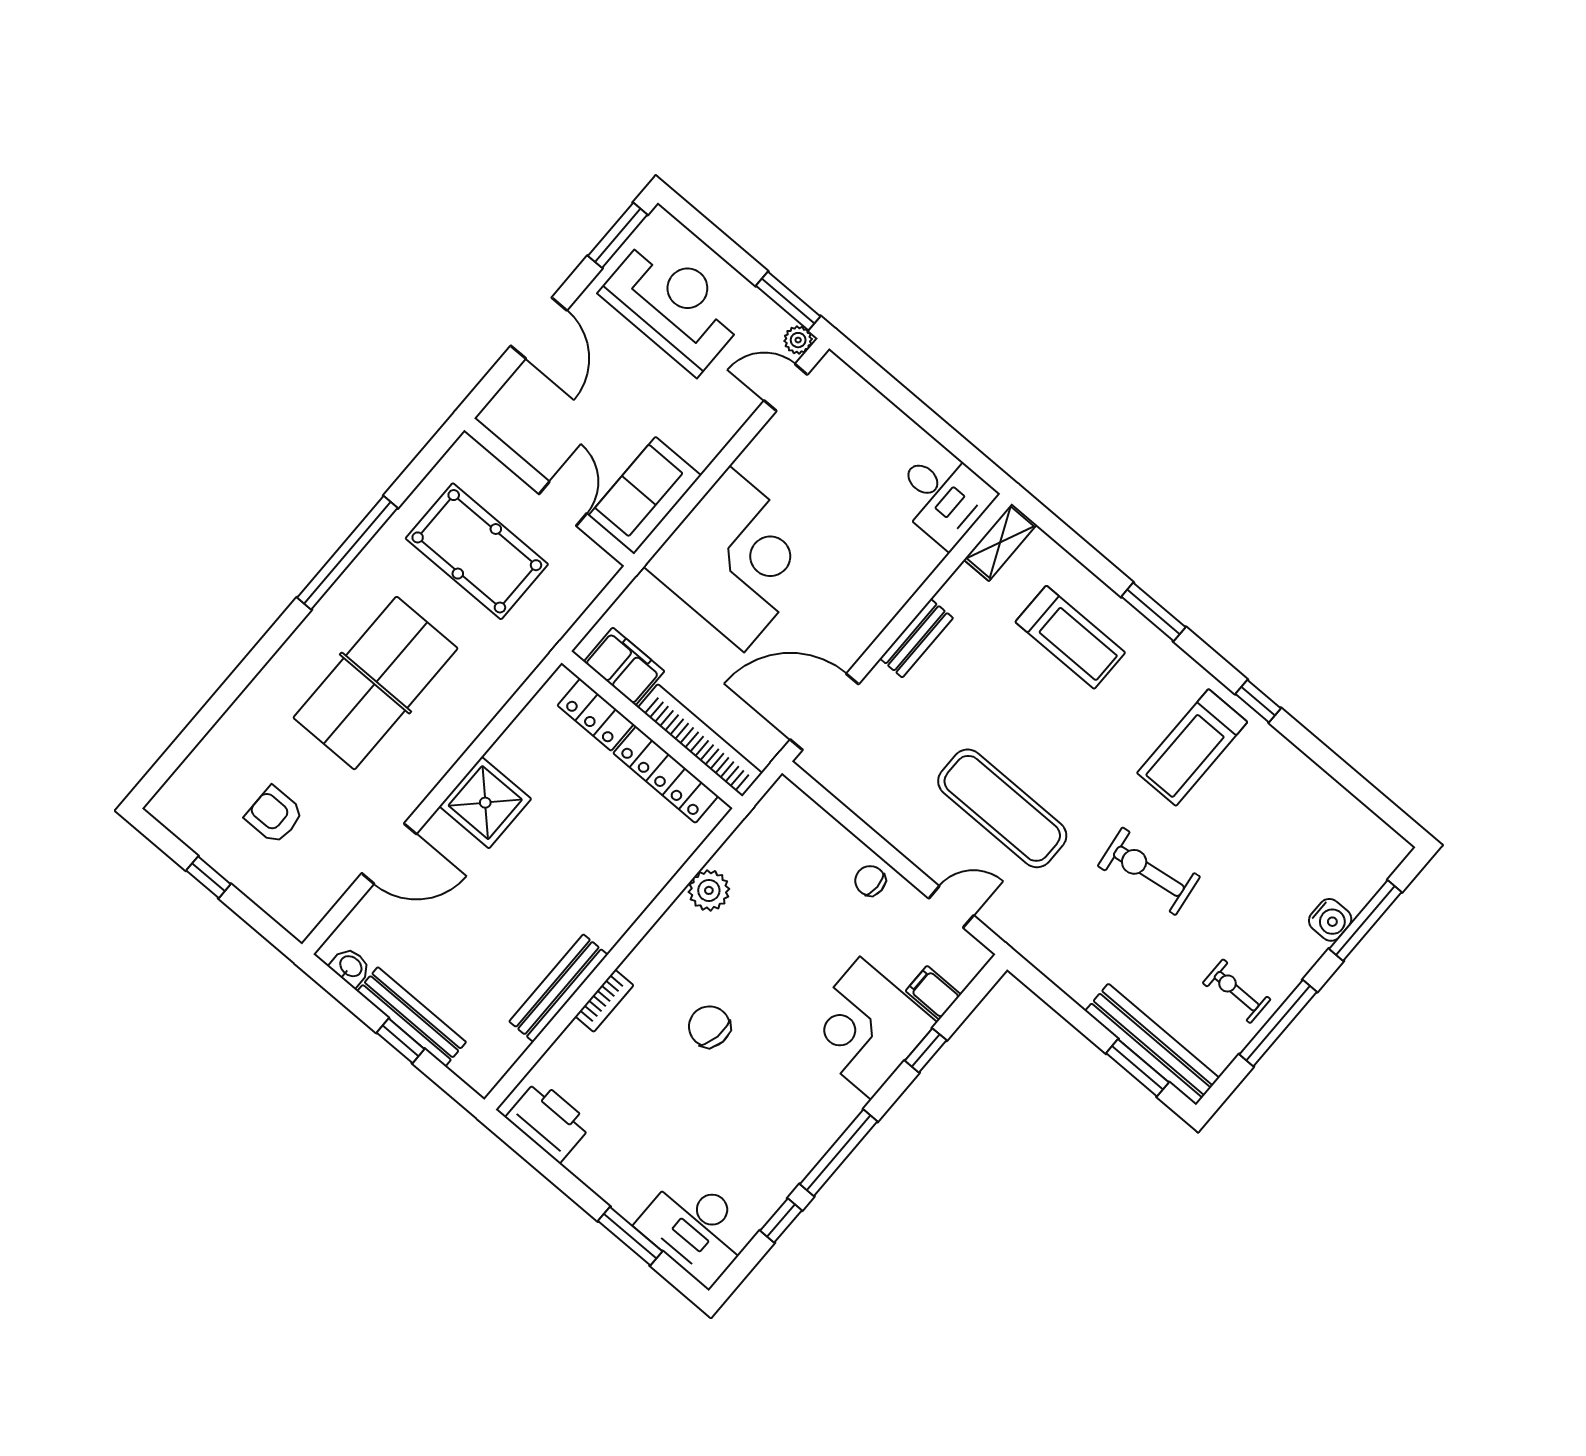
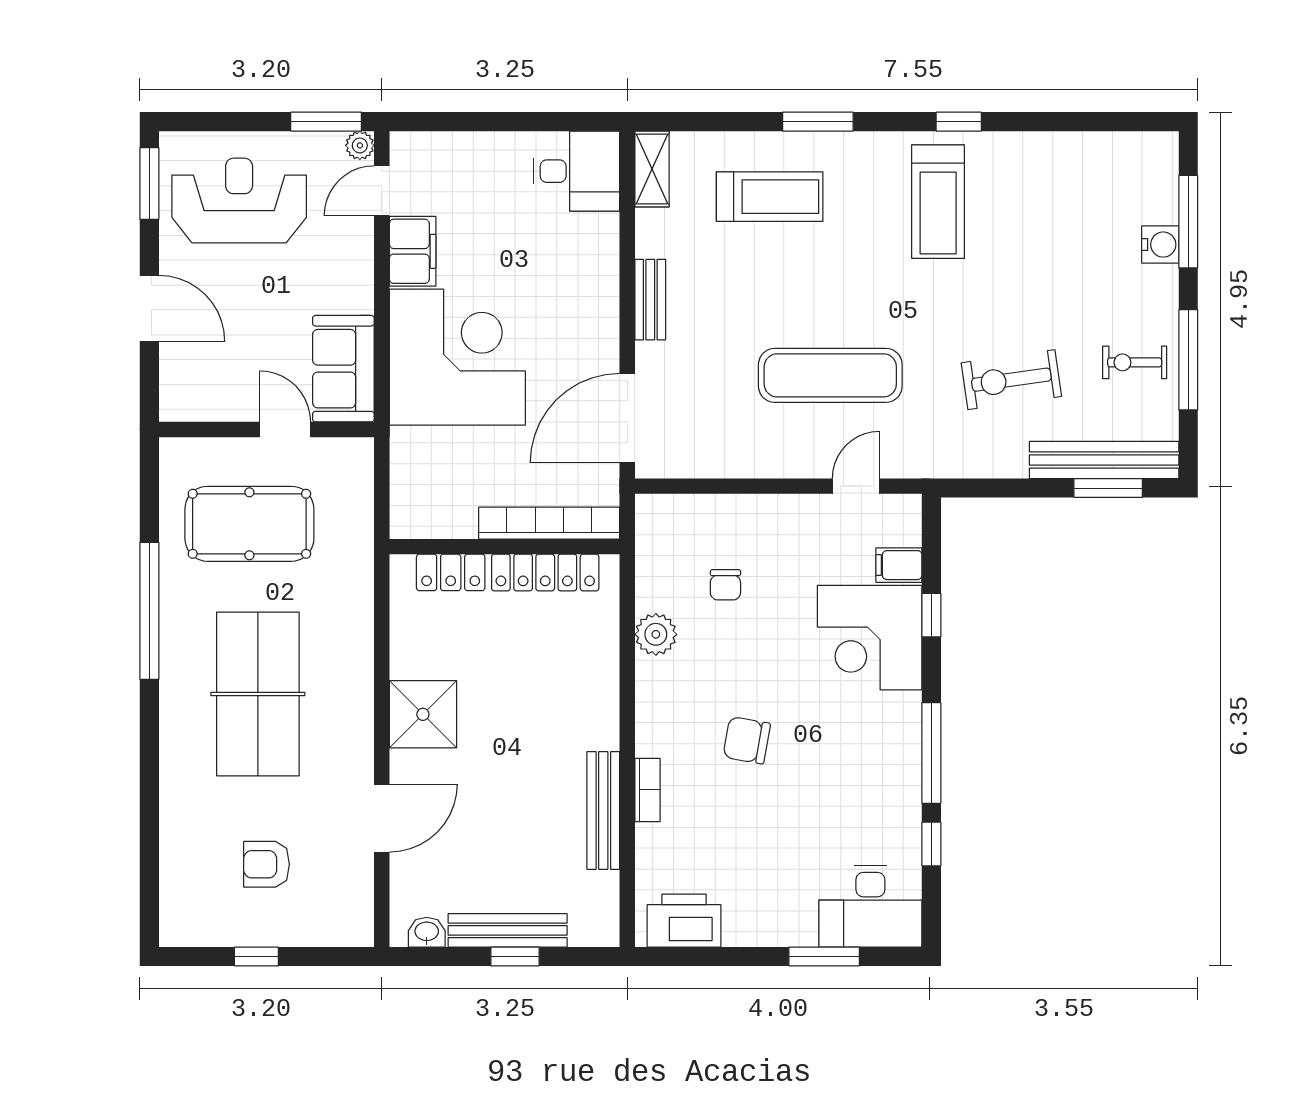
filing cabinet: (624, 666) -> (413, 251), moved, turned 90
exercise bike: (1149, 871) -> (1011, 380), moved
chair: (870, 881) -> (725, 585), moved, turned -90

